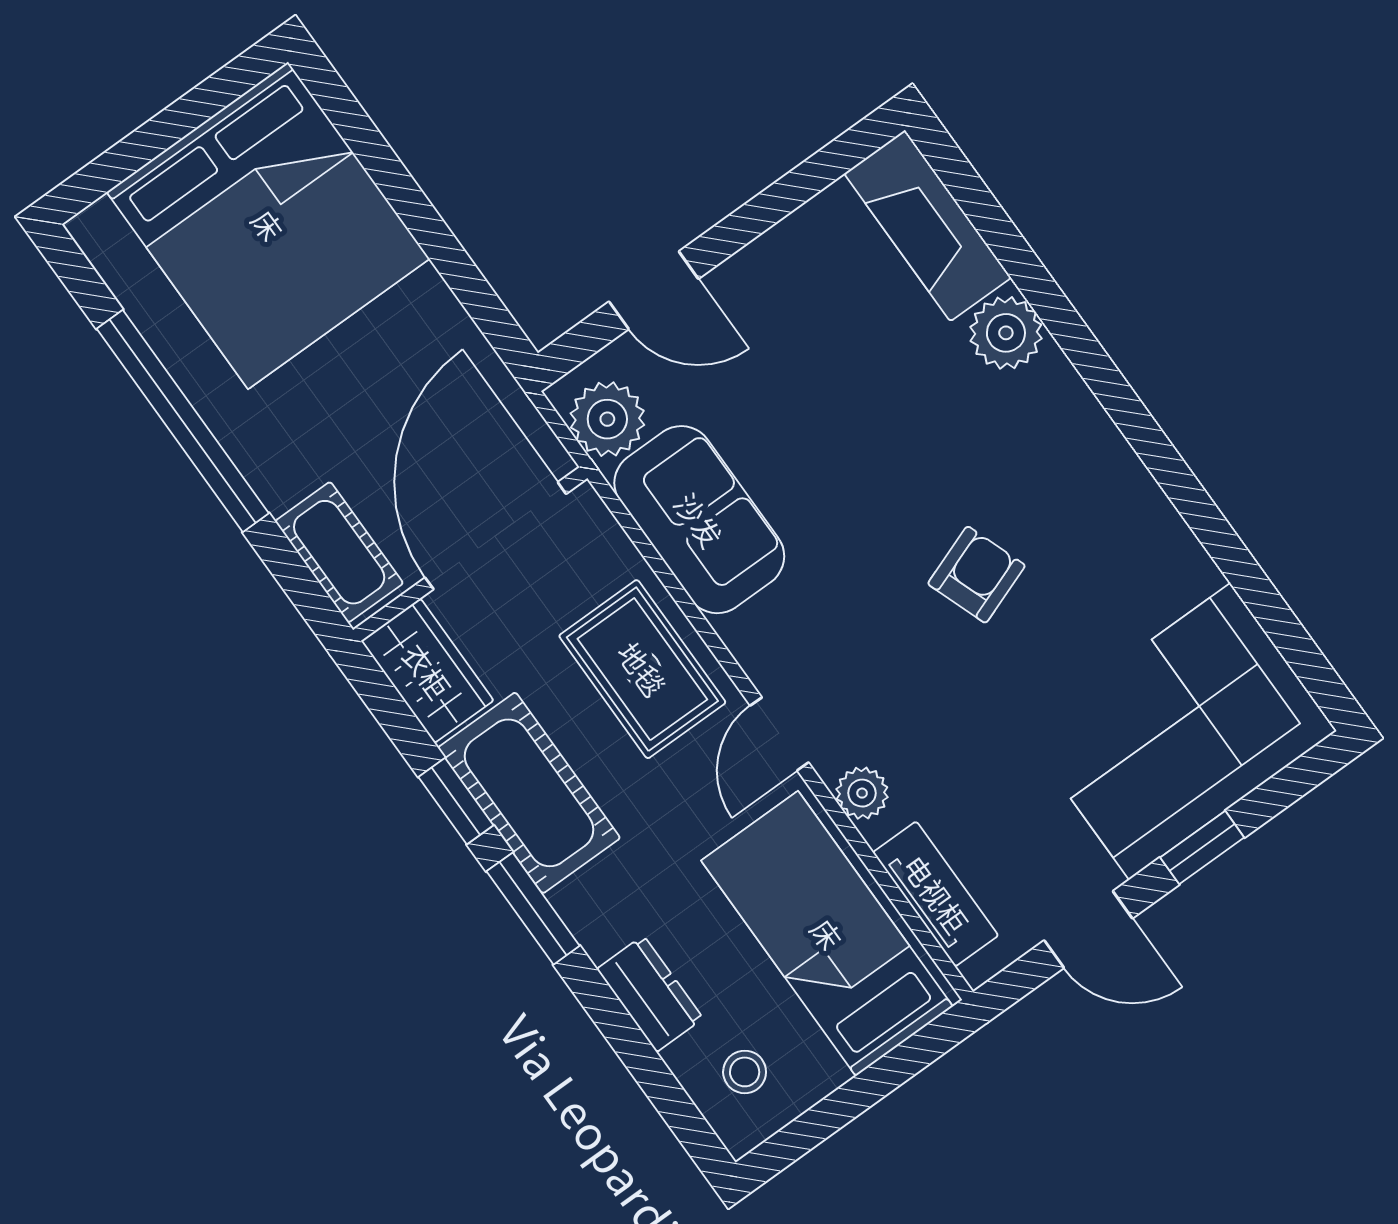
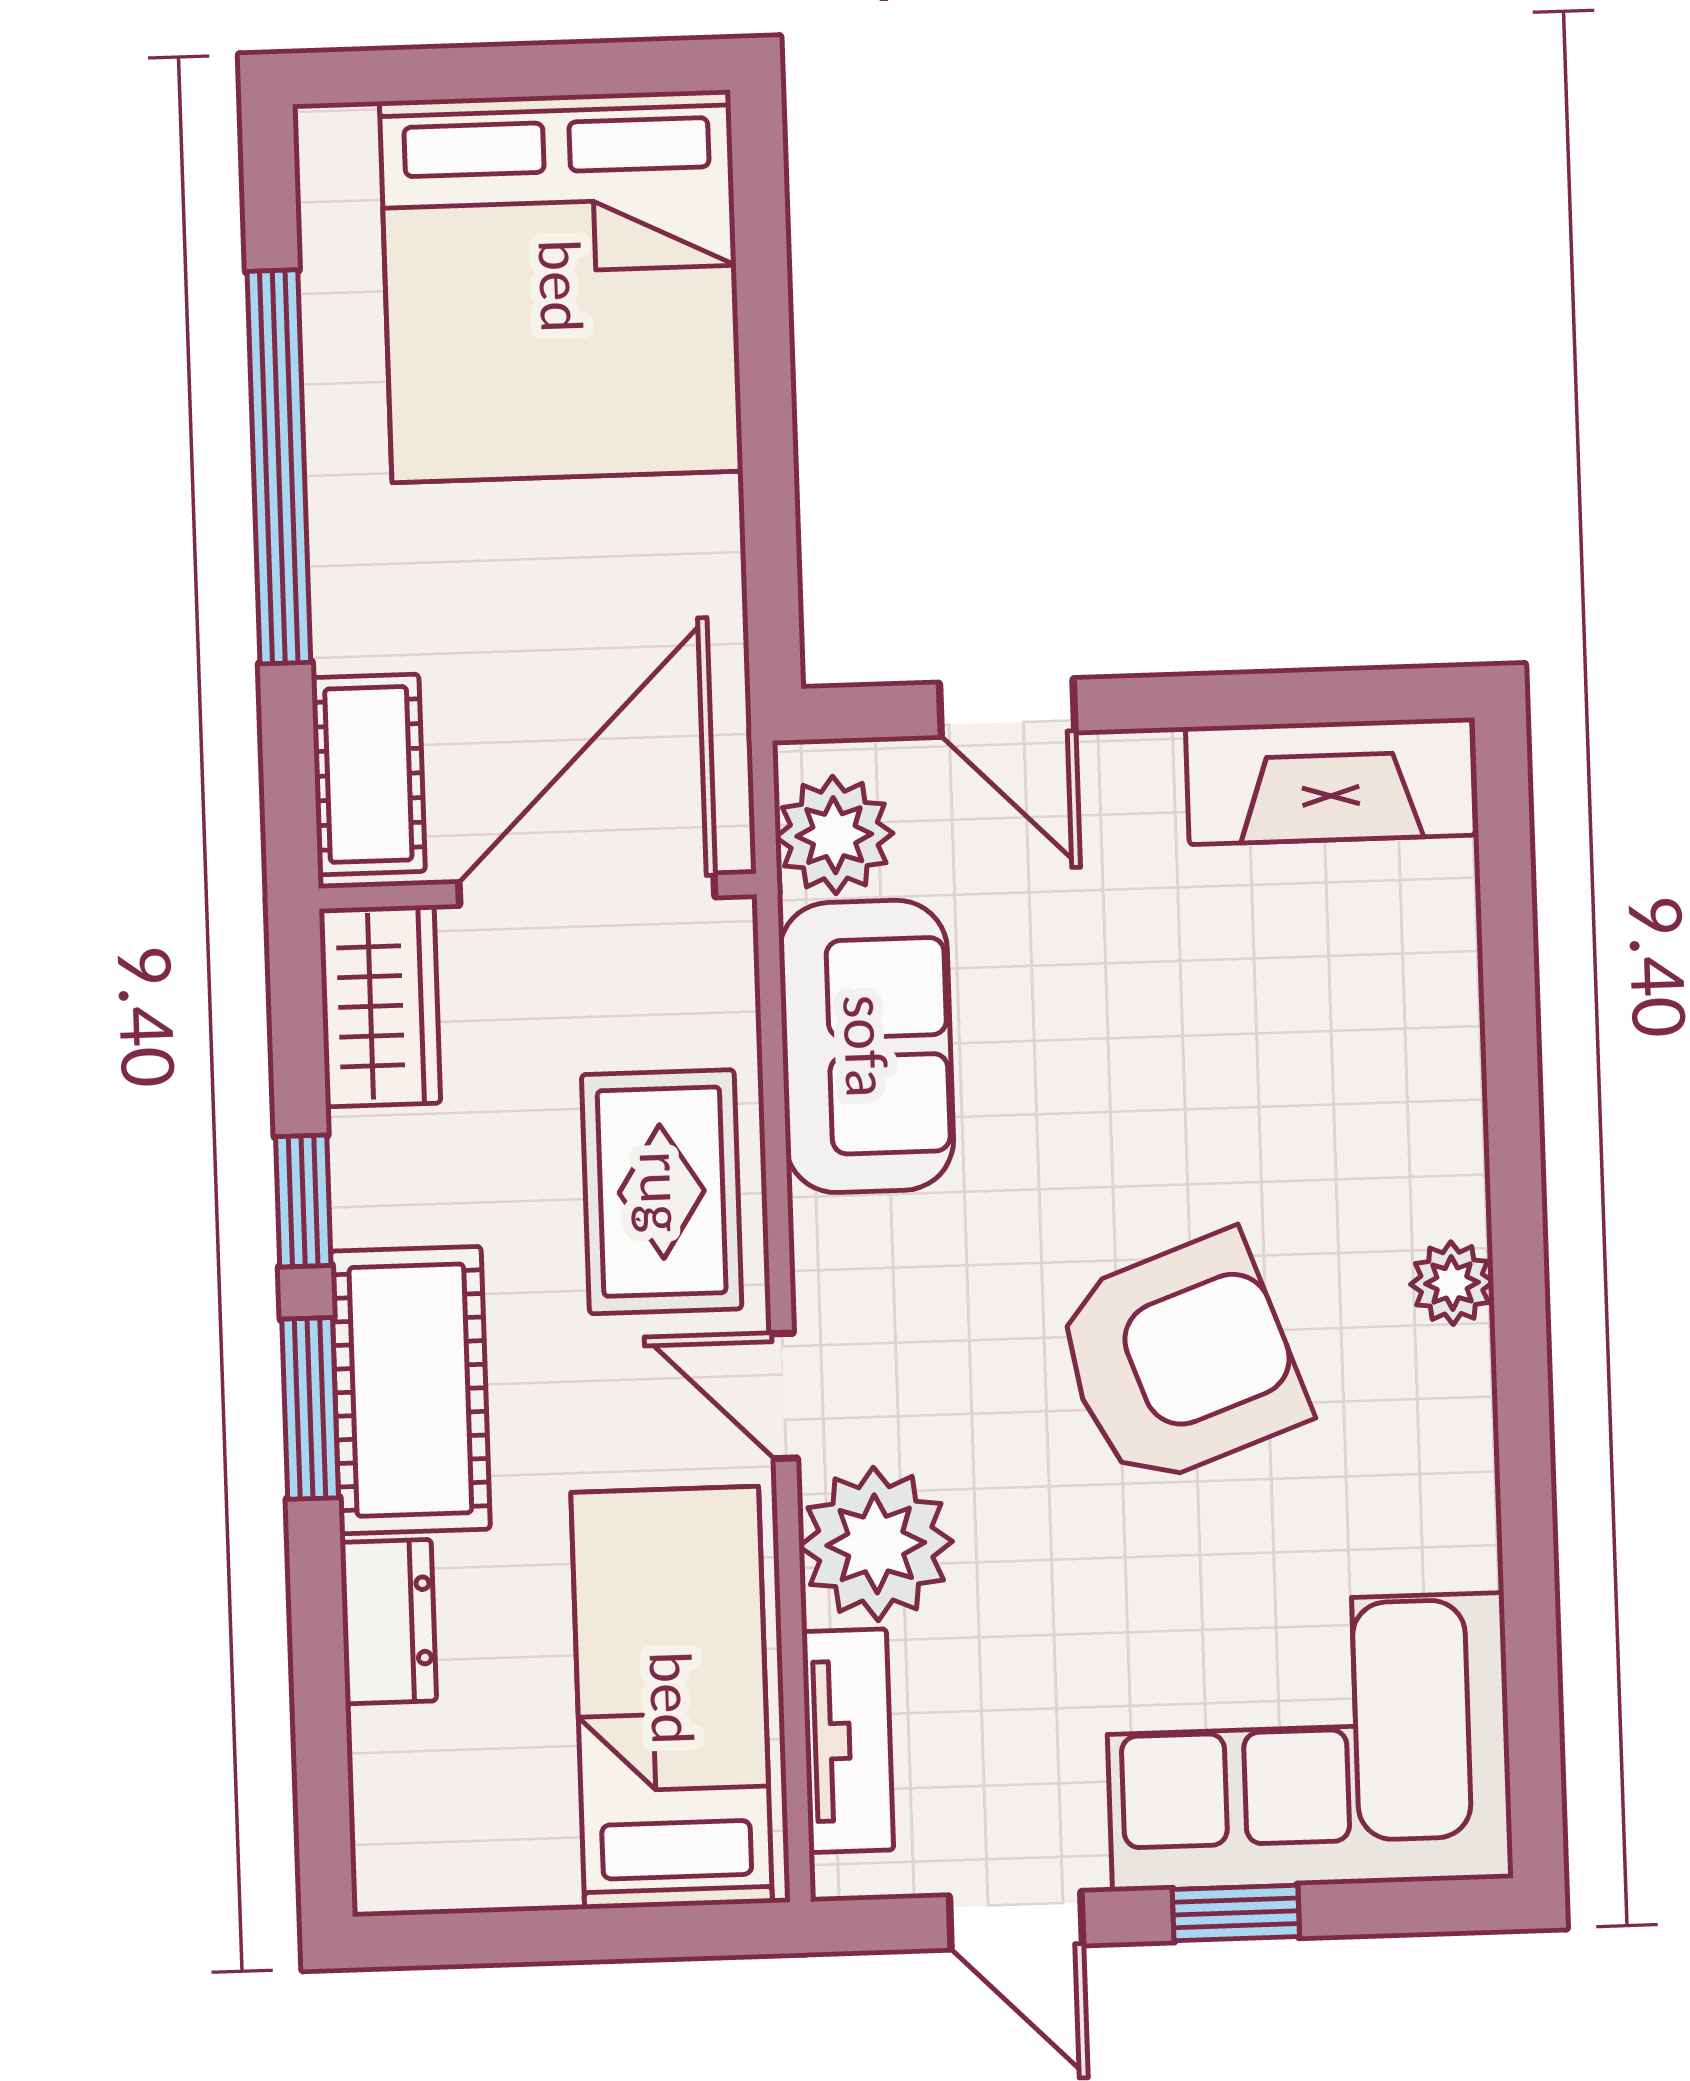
fireplace: (928, 226) -> (1330, 781), moved, turned -90
plant: (1006, 333) -> (1452, 1283), moved, width x0.73, depth x0.73
armchair: (976, 575) -> (1180, 1360), width x1.88, depth x1.88
door: (779, 734) -> (784, 1396), hinge flipped
cot: (529, 793) -> (410, 1390), moved
plant: (862, 793) -> (876, 1544), width x1.87, depth x1.87
stool: (745, 1072) -> (443, 1806), removed

